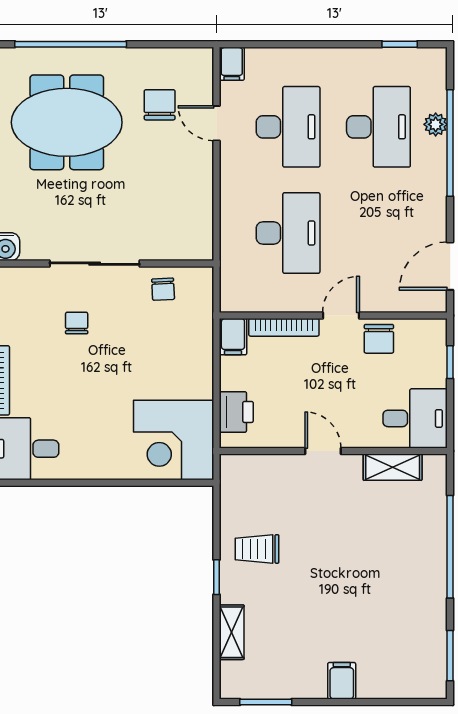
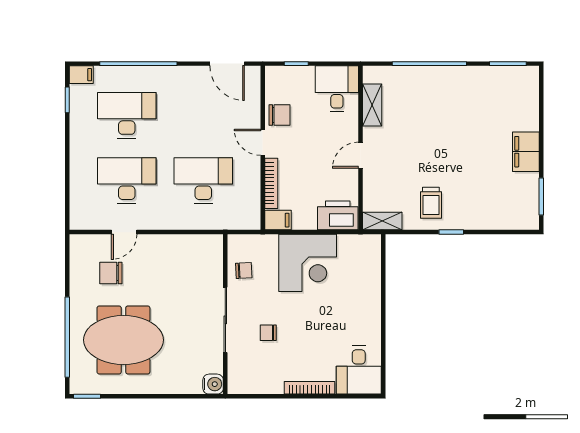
filing cabinet: (232, 64) -> (81, 75), moved
meeting table: (67, 122) -> (123, 340), turned 90
plant: (436, 124) -> (125, 74), removed
printer: (236, 412) -> (338, 215), width x1.37, depth x1.19
corner desk: (174, 440) -> (308, 263), moved
shelving: (232, 632) -> (382, 221), moved
filing cabinet: (342, 681) -> (526, 152), width x2.00

